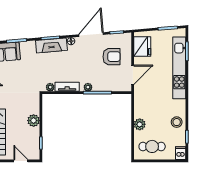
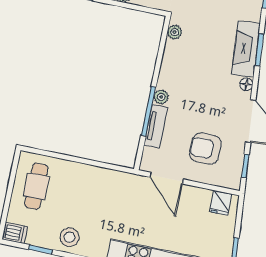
fridge: (142, 46) -> (221, 203), width x0.53, depth x0.75
armchair: (112, 57) -> (205, 149), turned 90
tv unit: (67, 87) -> (156, 126), moved
plant: (140, 124) -> (79, 173), removed

